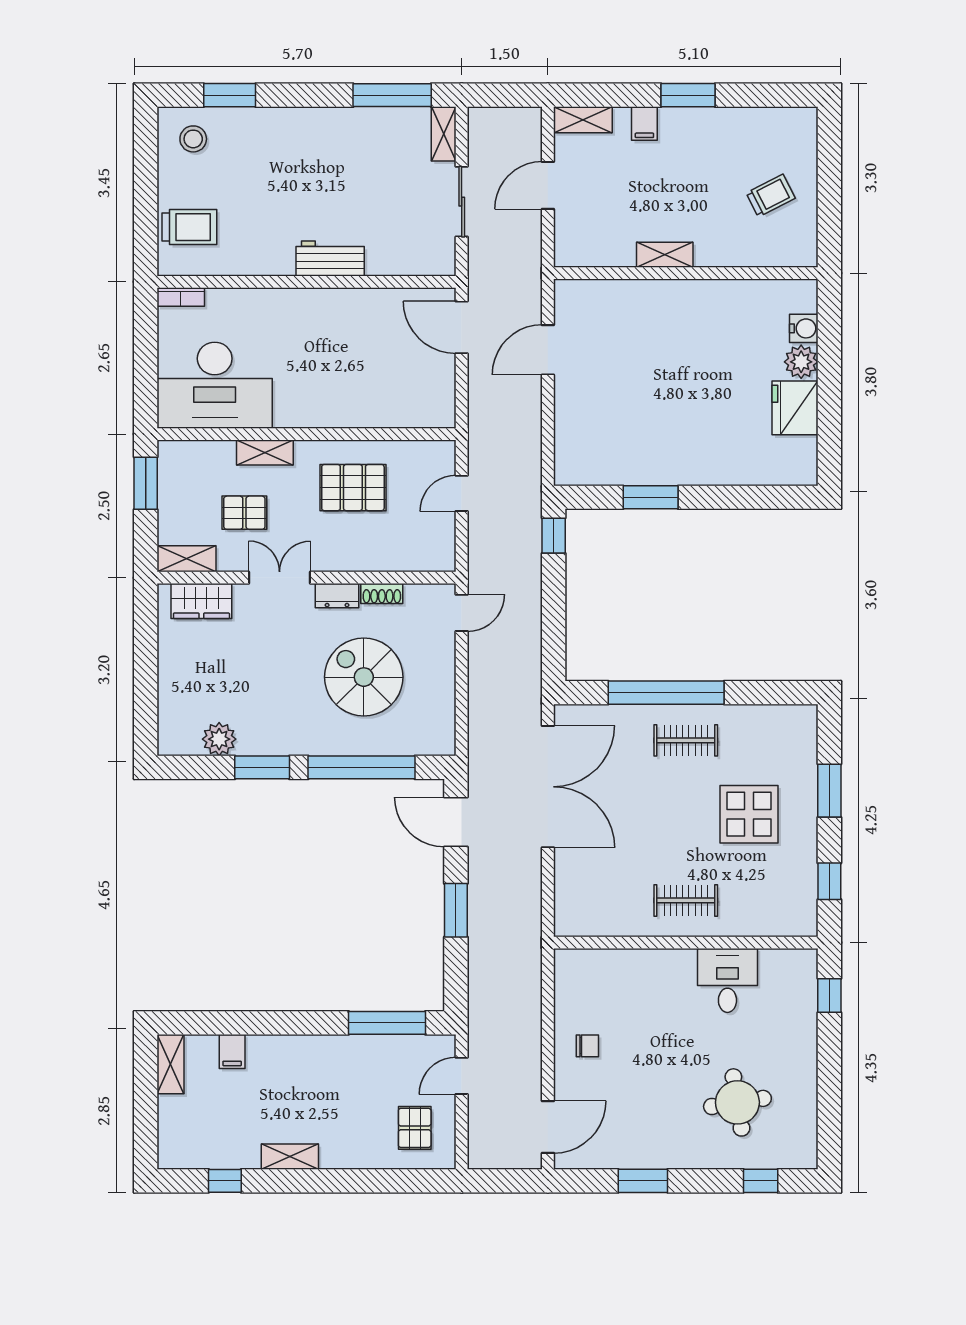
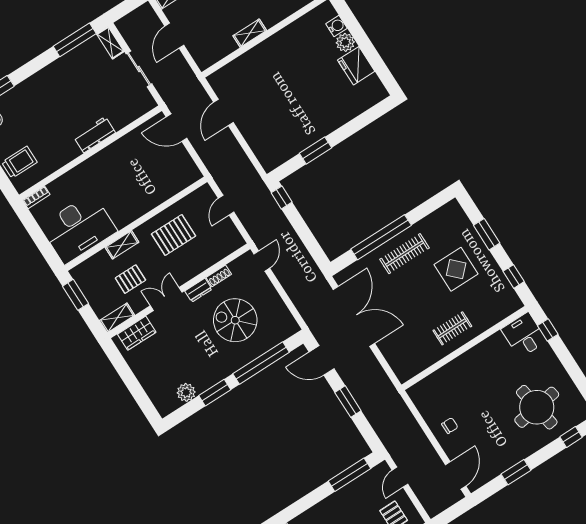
clothes rail: (686, 740) -> (404, 254), width x1.36
desk: (727, 980) -> (524, 335), moved
round table: (737, 1102) -> (537, 407), width x1.36, depth x1.36

